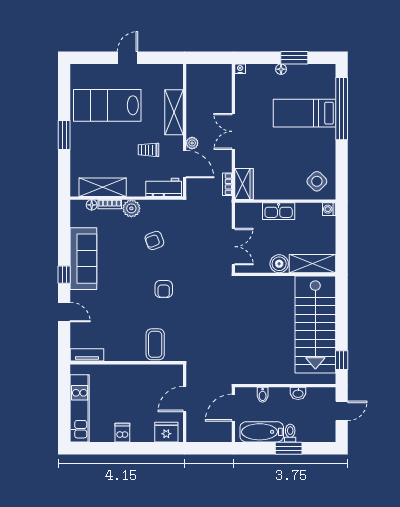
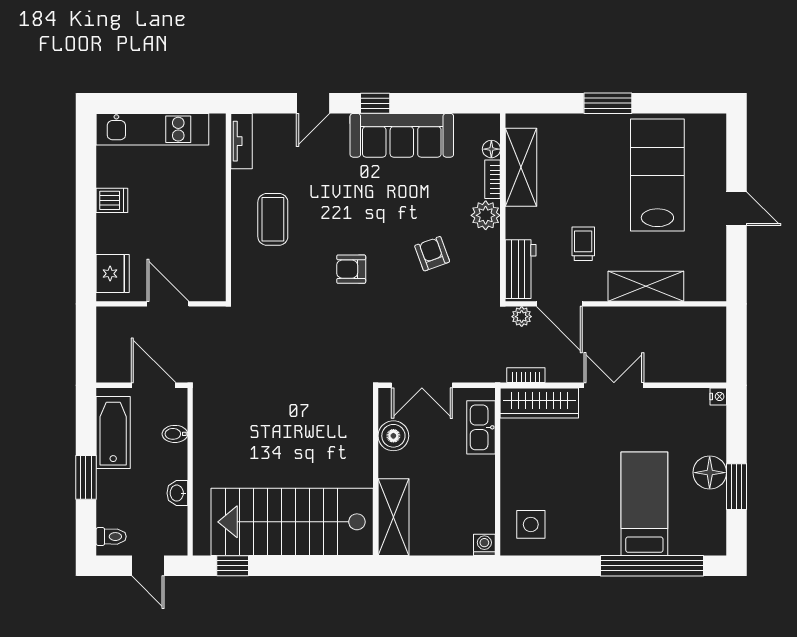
floor lamp: (281, 69) -> (710, 473), width x1.89, depth x1.89
plant: (192, 143) -> (522, 317), moved
door: (185, 164) -> (559, 304), hinge flipped
side table: (317, 181) -> (531, 524), turned 45
wardrobe: (244, 184) -> (539, 403), width x1.50
kitchen sink: (279, 211) -> (481, 427), moved
boiler: (279, 264) -> (393, 436), moved
coffee table: (155, 344) -> (273, 219), moved, turned 90
toilet: (290, 433) -> (111, 537), moved

